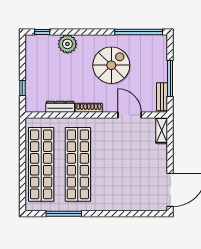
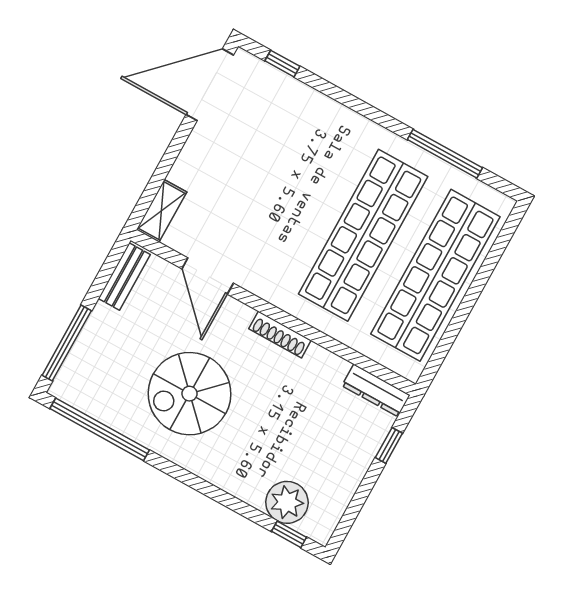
plant: (67, 44) -> (287, 502), moved
window: (170, 79) -> (67, 343), moved
dresser: (60, 107) -> (376, 390), moved
window: (146, 214) -> (282, 64), added

